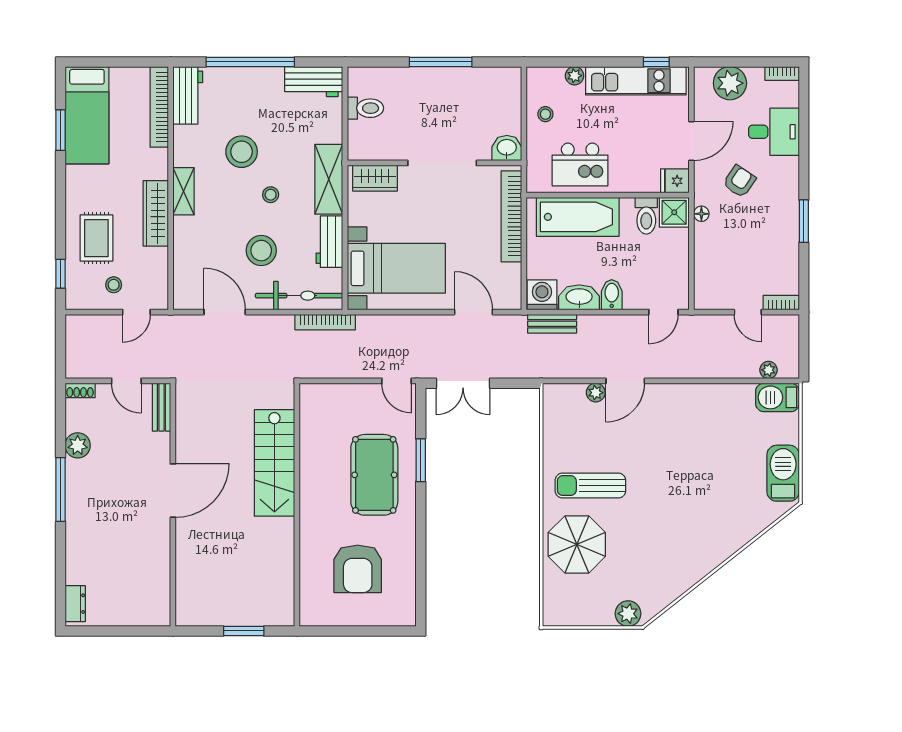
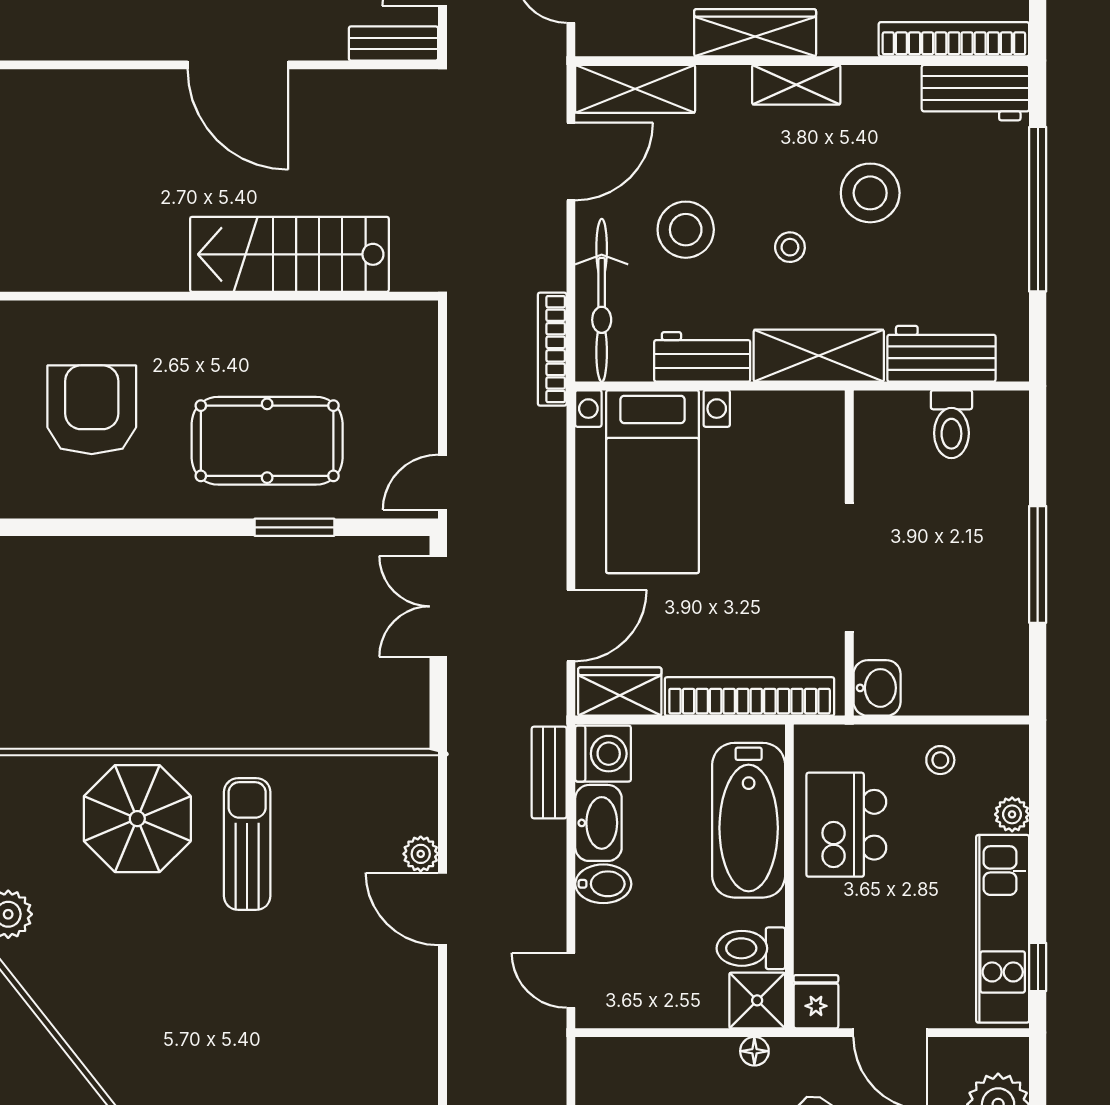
workbench: (314, 82) -> (941, 354), moved, turned 90
wardrobe: (375, 178) -> (620, 692), moved, turned 90
shelving: (186, 278) -> (635, 89), added
armchair: (358, 569) -> (92, 410), turned 90

